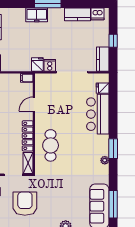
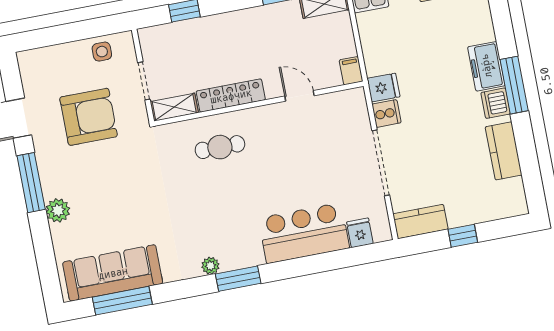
dishwasher: (97, 14) -> (496, 103), moved
cafe table: (51, 145) -> (220, 147), width x0.73, depth x0.74

